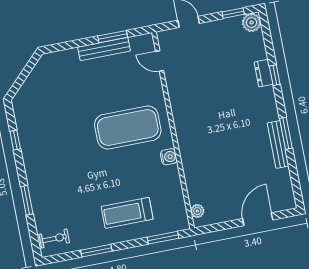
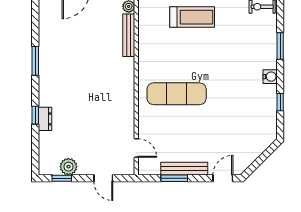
plant: (252, 22) -> (68, 167), moved
door: (61, 47) -> (223, 178), added
exercise mat: (128, 128) -> (177, 94), width x0.68
bench: (278, 144) -> (129, 35), moved
water cooler: (169, 157) -> (270, 77), moved, turned 180

